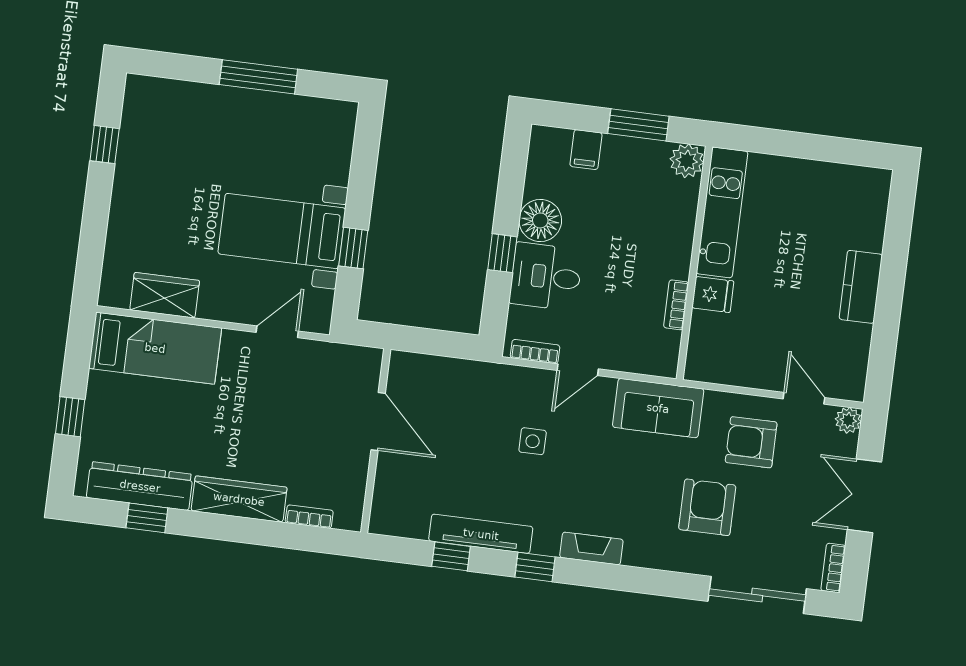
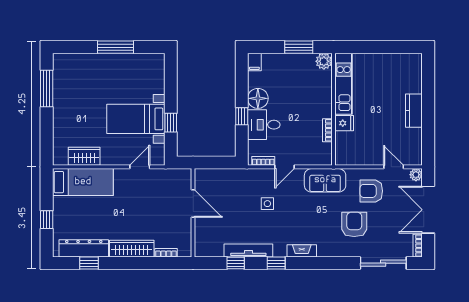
window: (105, 145) -> (47, 88), width x2.17
filing cabinet: (586, 150) -> (254, 62), moved
double door: (864, 496) -> (428, 210), width x1.37

